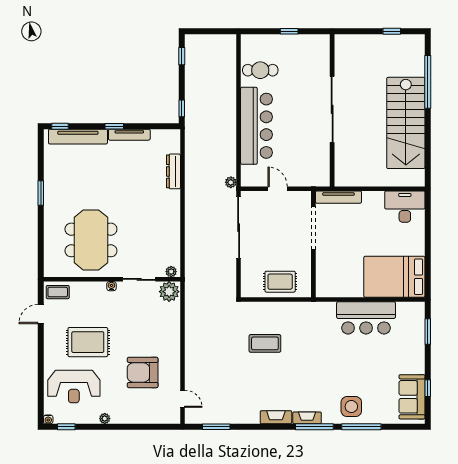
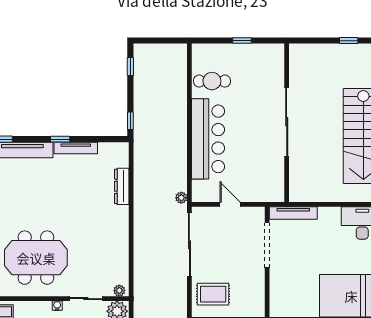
meeting table: (91, 240) -> (36, 258), turned 90
rug: (280, 282) -> (213, 294), moved

